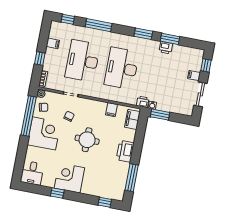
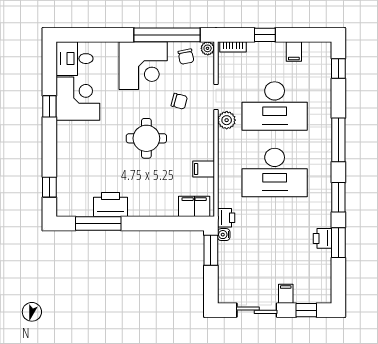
window: (99, 25) -> (338, 140), moved
desk: (83, 61) -> (275, 106), turned 180
desk: (122, 68) -> (275, 172), turned 180
plant: (85, 91) -> (227, 120), added
printer: (125, 151) -> (110, 205), moved
corner desk: (69, 178) -> (78, 99), moved

